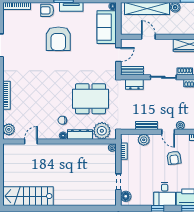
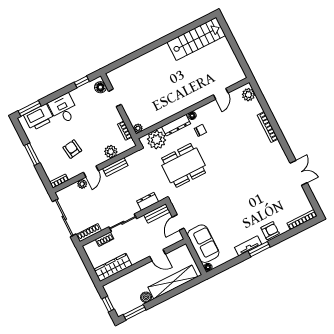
armchair: (58, 39) -> (245, 208), removed
door: (168, 132) -> (91, 172), swing flipped
window: (158, 208) -> (82, 82), moved

